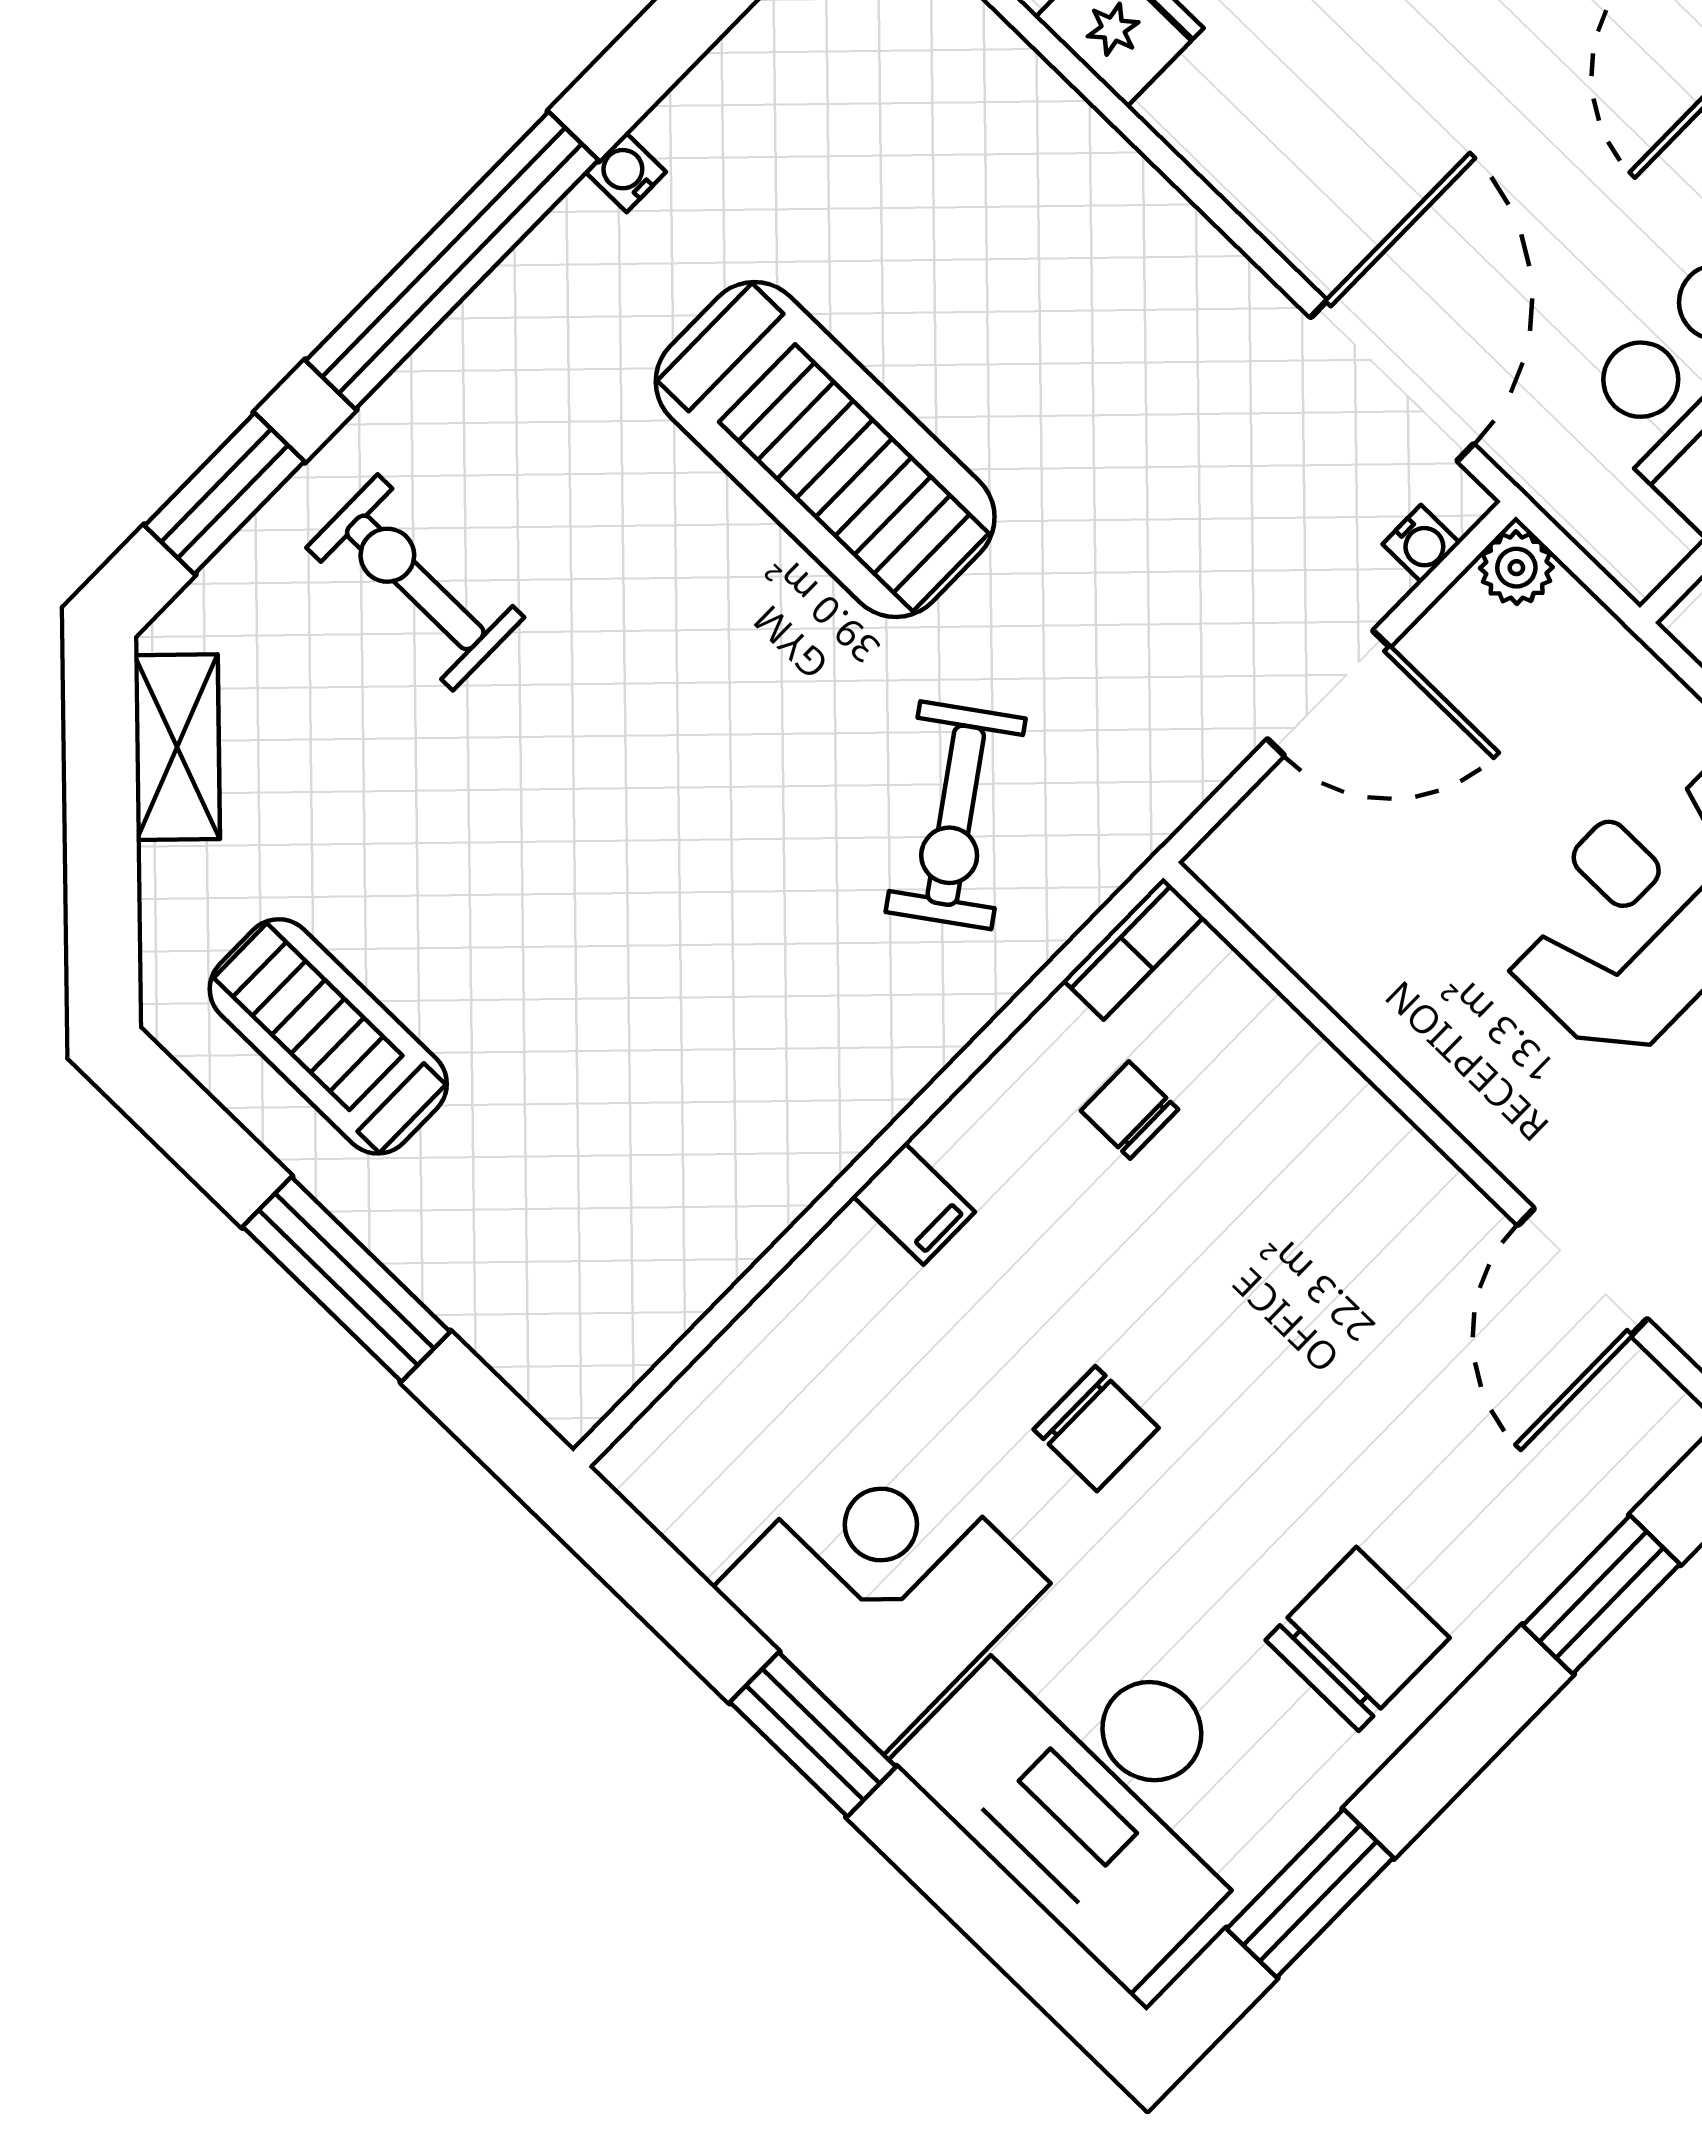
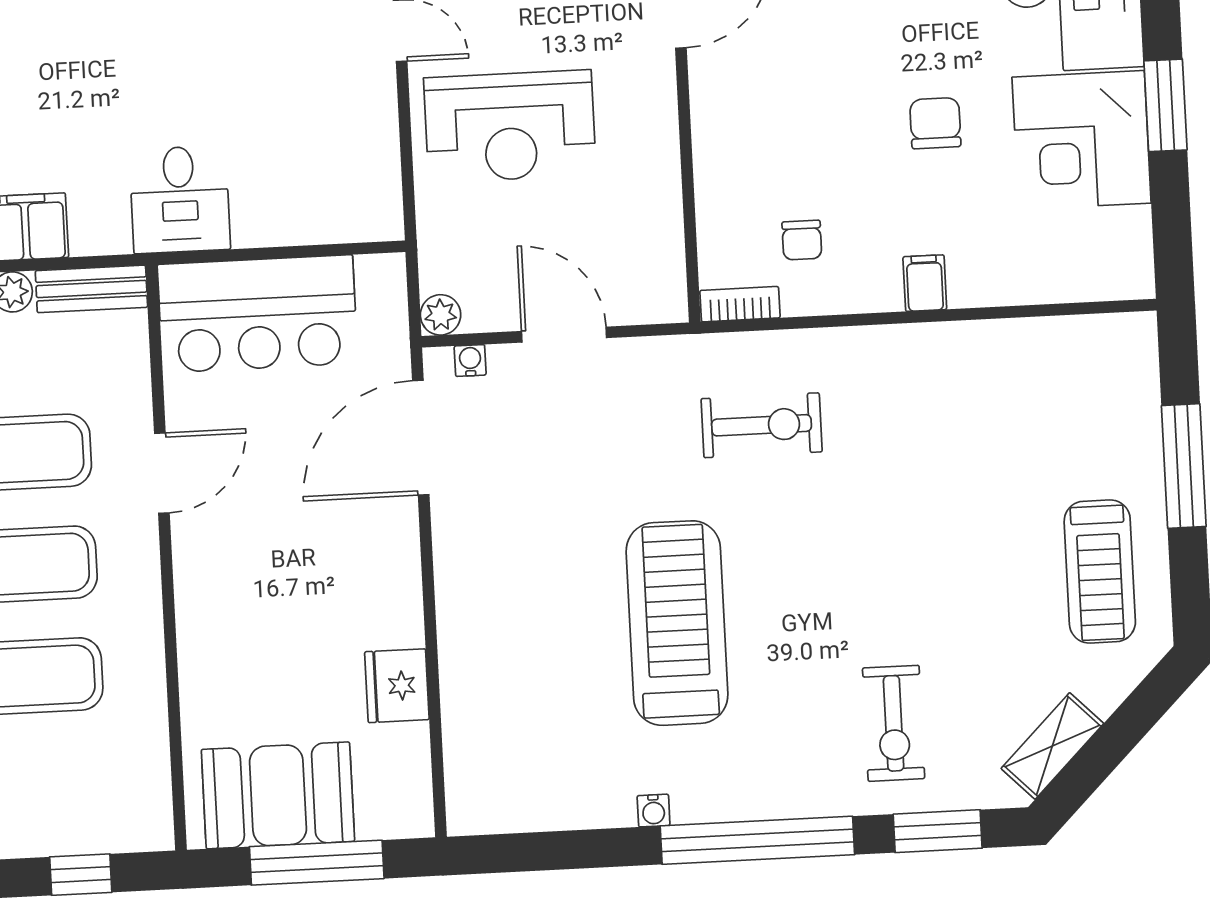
exercise bike: (956, 815) -> (762, 425), turned 35

